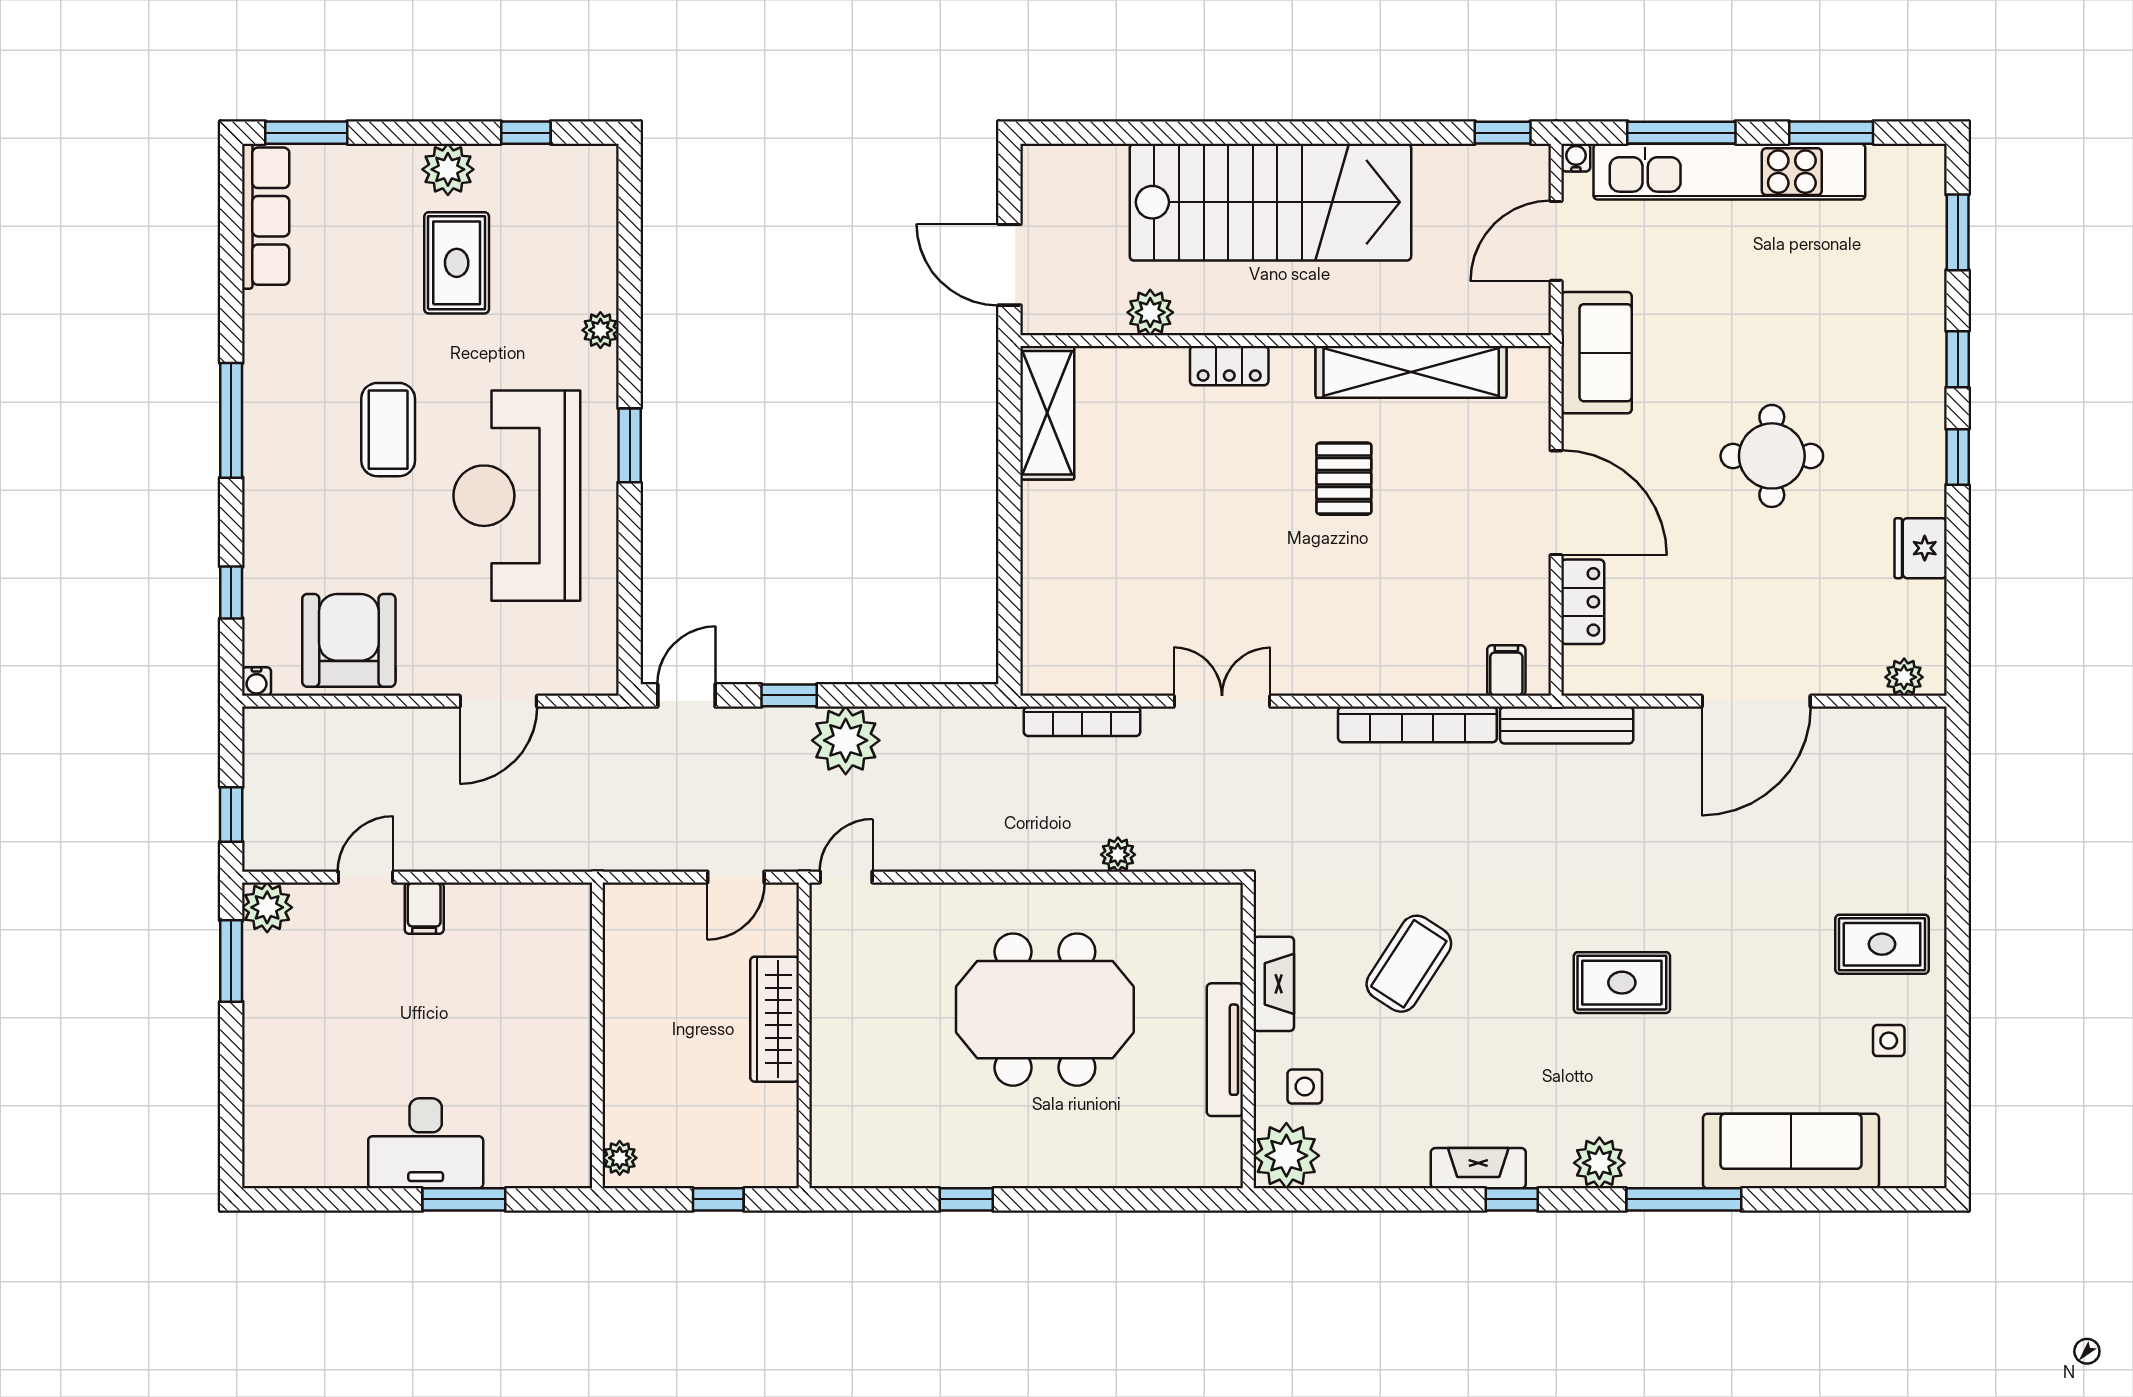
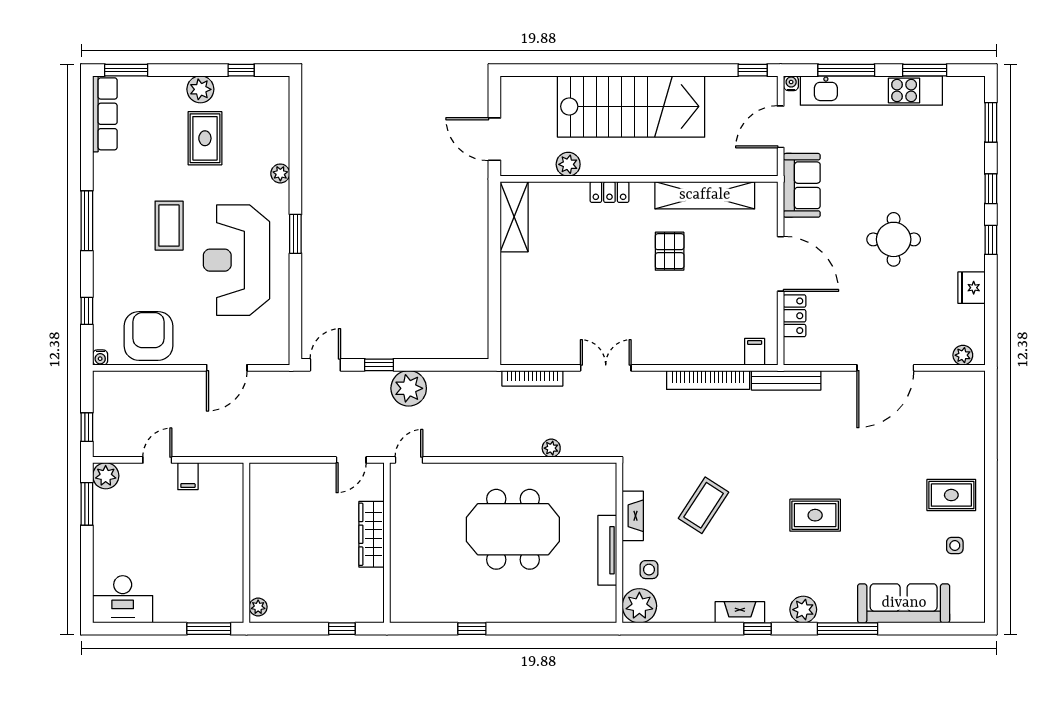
wall: (597, 1035) -> (246, 543), moved
desk: (426, 1143) -> (123, 599), moved
plant: (620, 1158) -> (258, 607), moved

